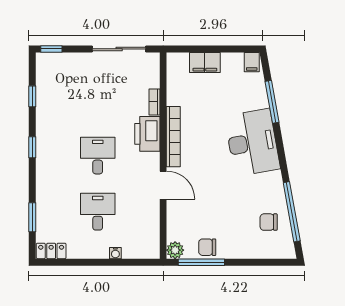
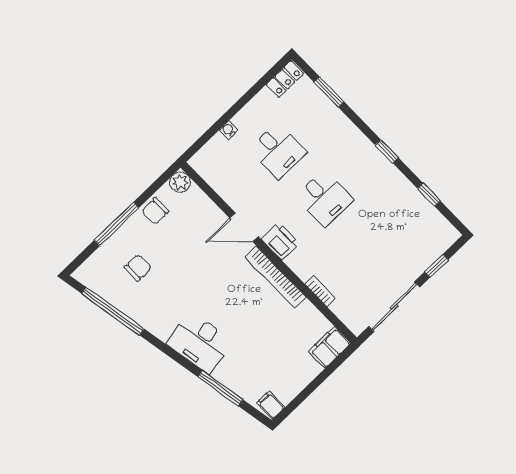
window: (51, 49) -> (436, 266), moved
filing cabinet: (205, 62) -> (330, 347), moved
printer: (147, 134) -> (280, 241), moved, width x0.73, depth x0.84
desk: (252, 143) -> (200, 343), width x0.73, depth x0.77
chair: (269, 222) -> (138, 268), moved
chair: (207, 247) -> (155, 211), turned 180
window: (201, 262) -> (117, 224), moved

